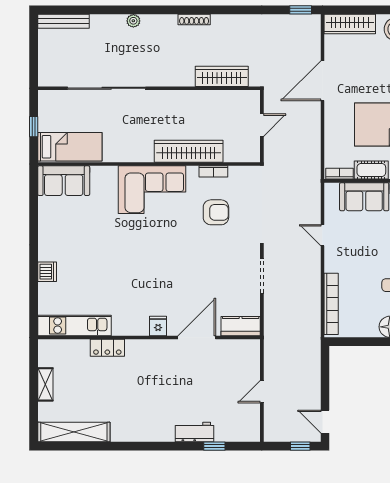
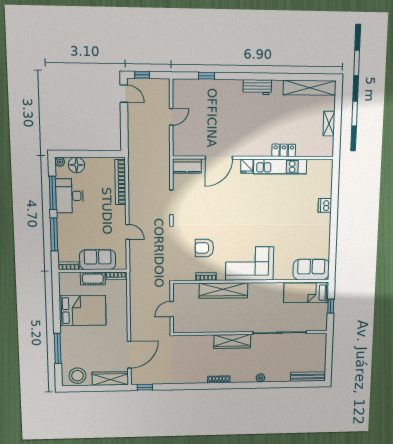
wardrobe: (222, 76) -> (232, 341), moved
door: (322, 81) -> (129, 355), moved
kitchen unit: (74, 325) -> (280, 167), moved
workbench: (194, 432) -> (257, 87), moved

